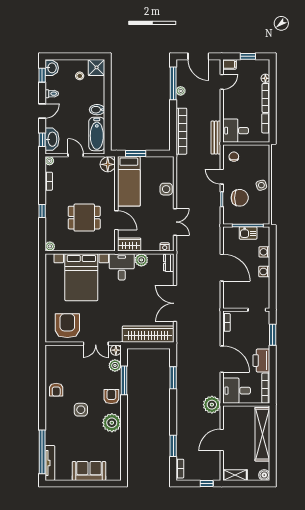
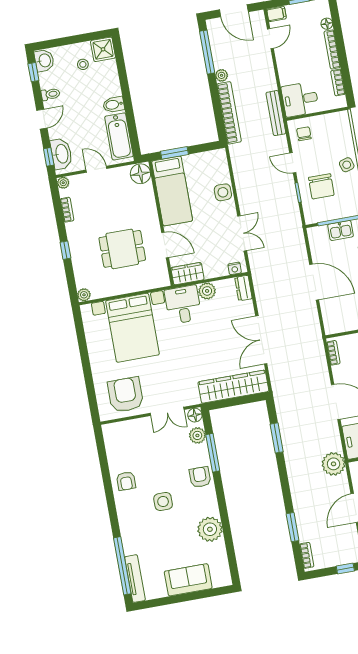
plant: (181, 91) -> (222, 75), moved
chair: (240, 198) -> (321, 186), turned 90
plant: (112, 423) -> (210, 529), moved

